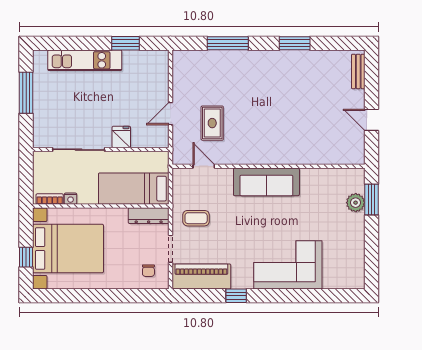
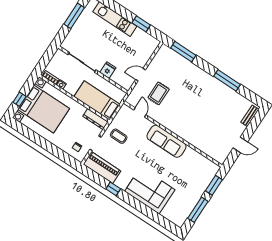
window: (228, 43) -> (183, 52), moved
window: (295, 43) -> (227, 80), width x1.44
door: (372, 120) -> (240, 145), swing flipped
plant: (356, 203) -> (205, 181), removed
window: (372, 248) -> (198, 210), added

